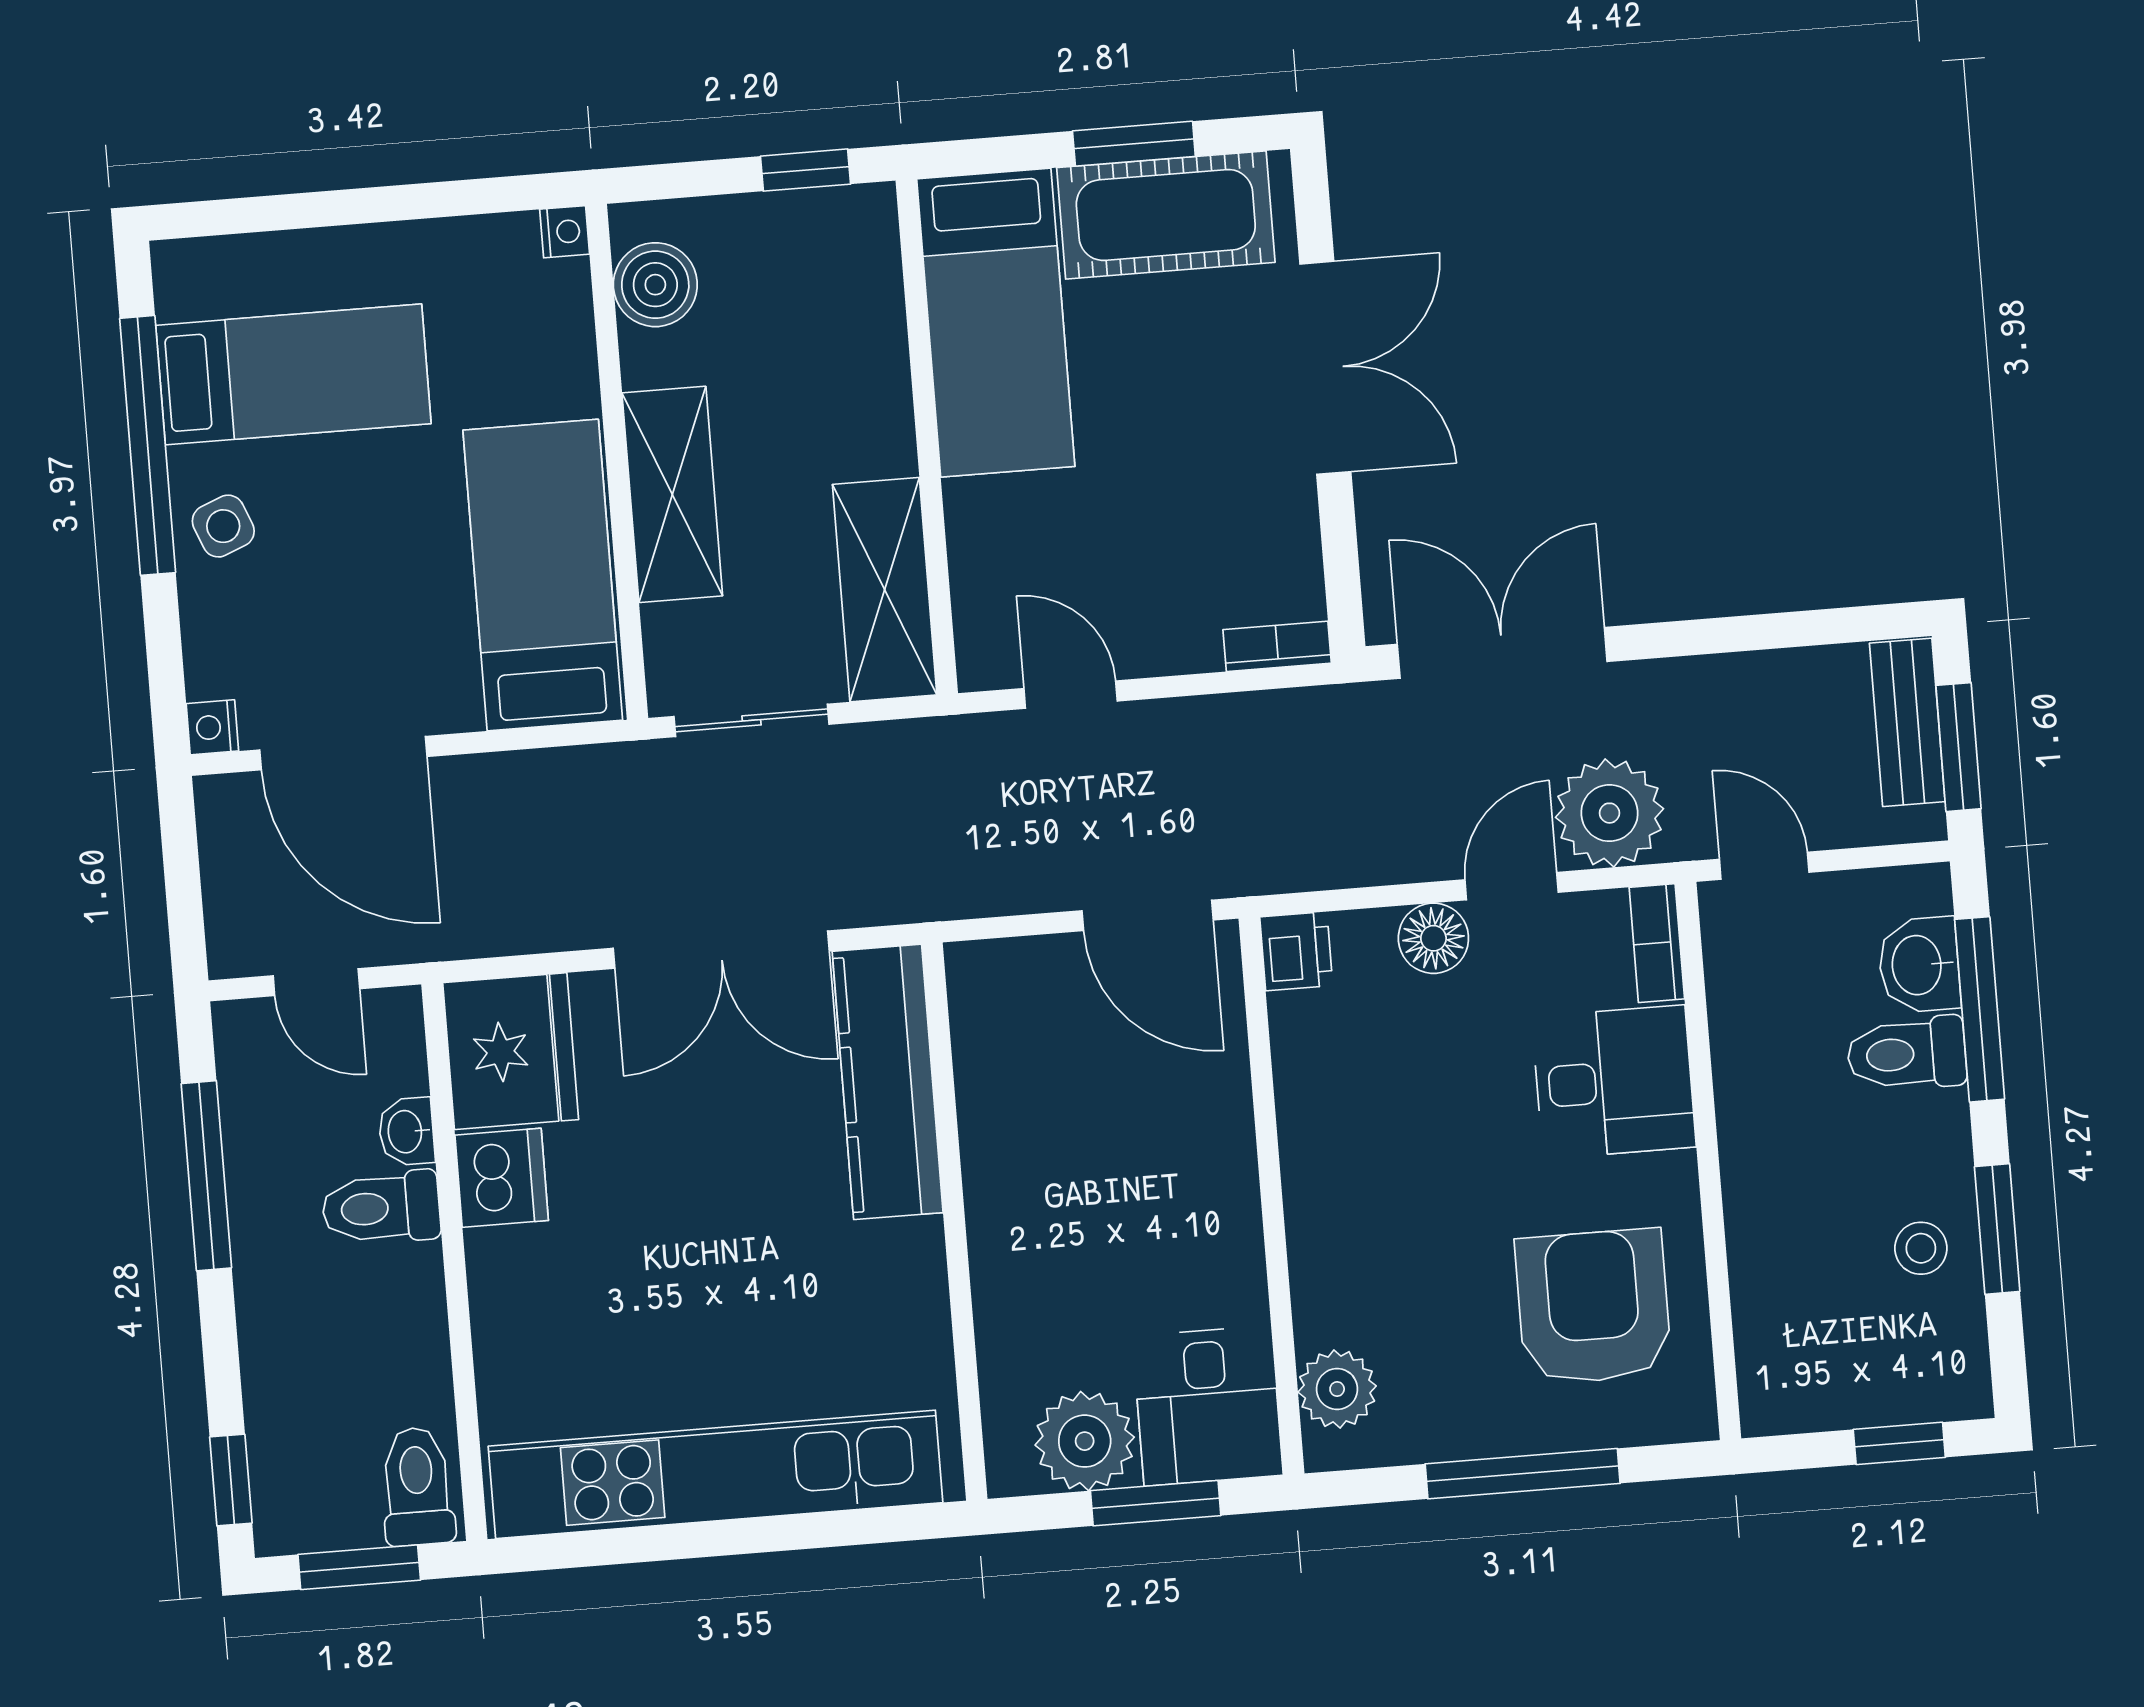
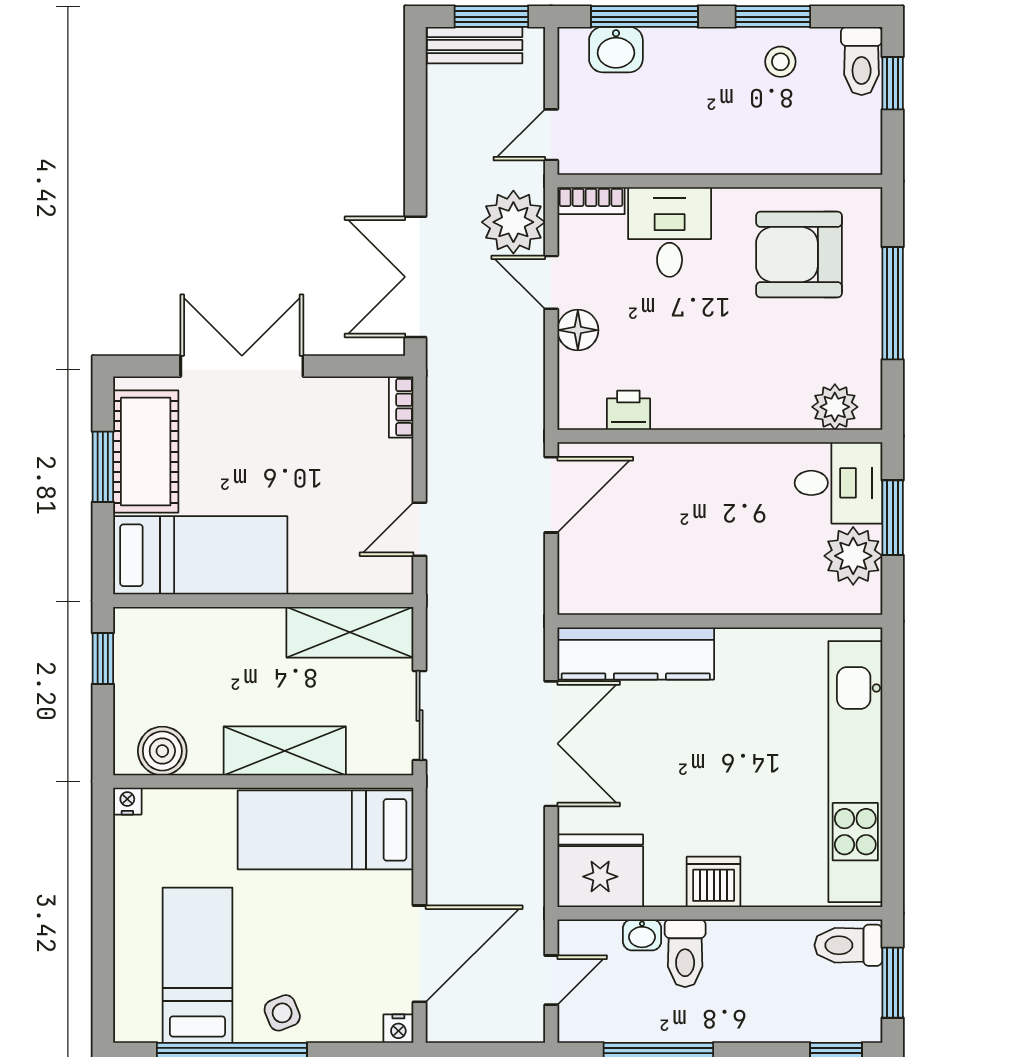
printer: (1296, 951) -> (628, 410), moved
toilet: (1907, 1054) -> (862, 61), moved
dishwasher: (502, 1178) -> (714, 882), moved

